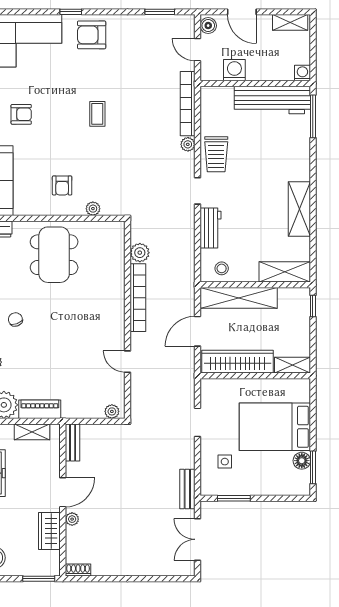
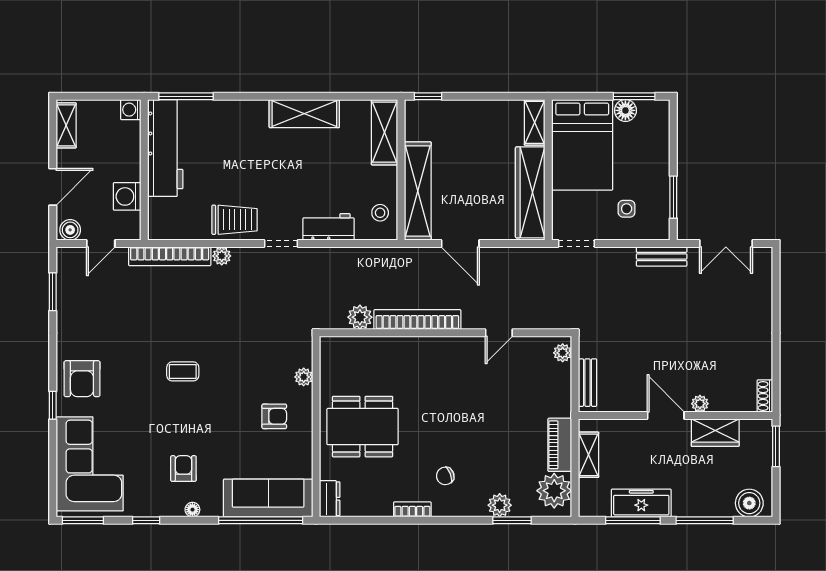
wardrobe: (238, 362) -> (530, 192), moved
shelving: (292, 365) -> (535, 122), moved
wall: (255, 376) -> (548, 170), moved
bench: (73, 442) -> (588, 383), moved, turned 90

